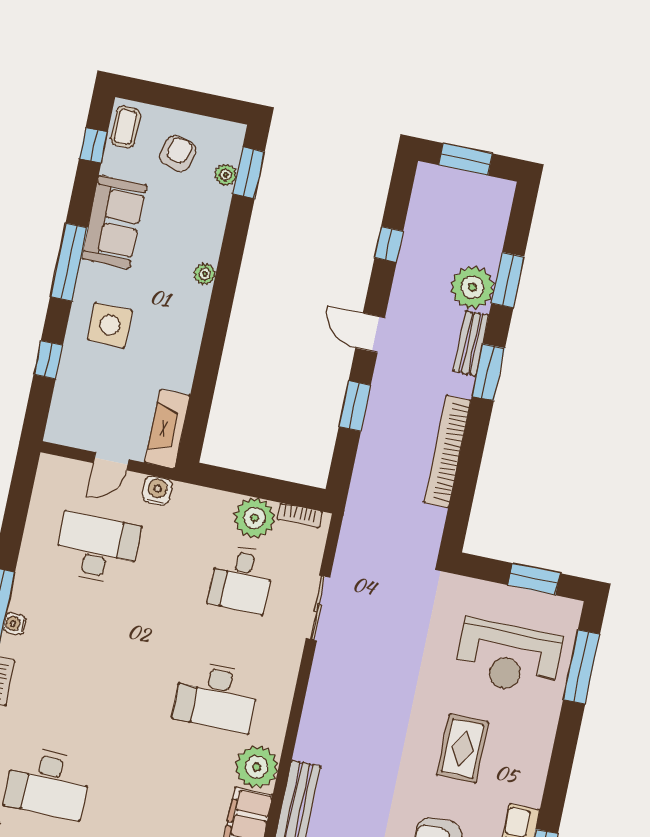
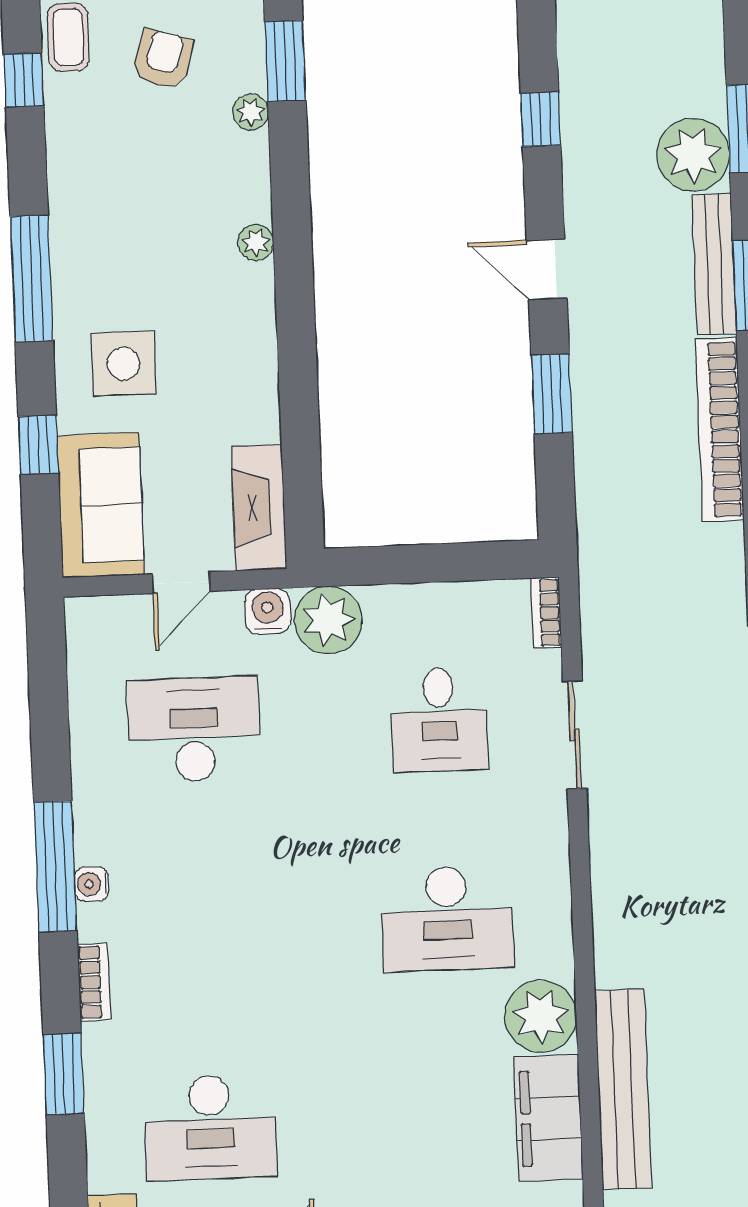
plant: (226, 175) -> (251, 112), moved
sofa: (114, 222) -> (101, 505), moved
bench: (471, 343) -> (714, 264), width x1.36
bookcase: (300, 515) -> (546, 613), moved, turned 90
plant: (254, 518) -> (328, 620), moved

